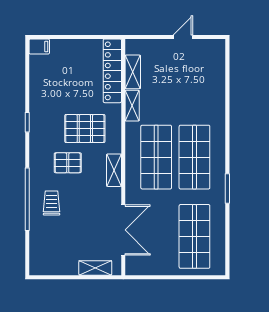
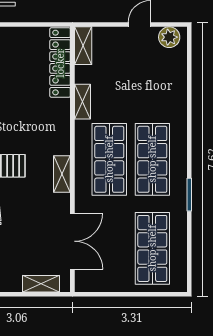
plant: (209, 48) -> (169, 37), added
shelving: (133, 72) -> (83, 46), moved
pallet: (85, 129) -> (29, 127), removed

